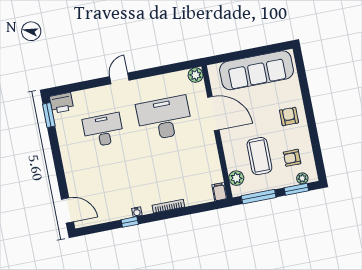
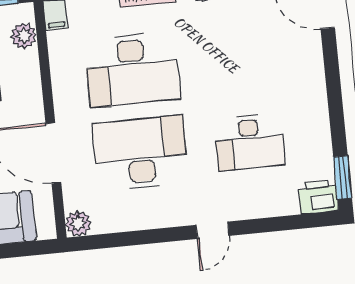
desk: (164, 118) -> (140, 153), turned 180
desk: (173, 165) -> (132, 70), added

